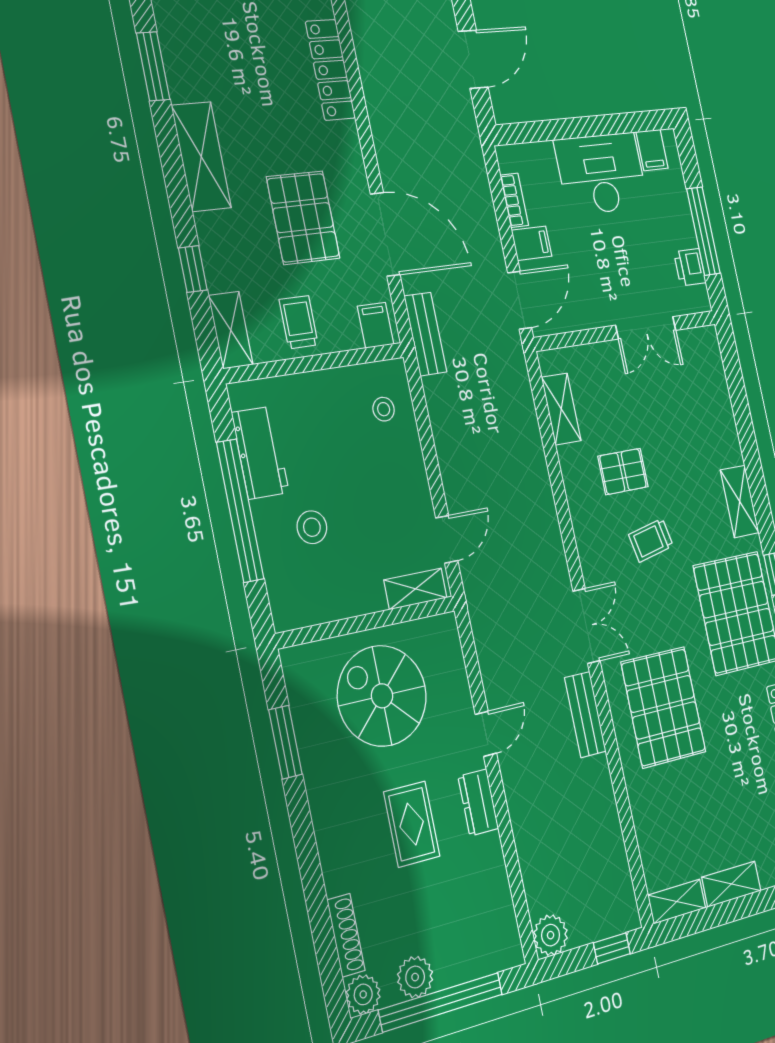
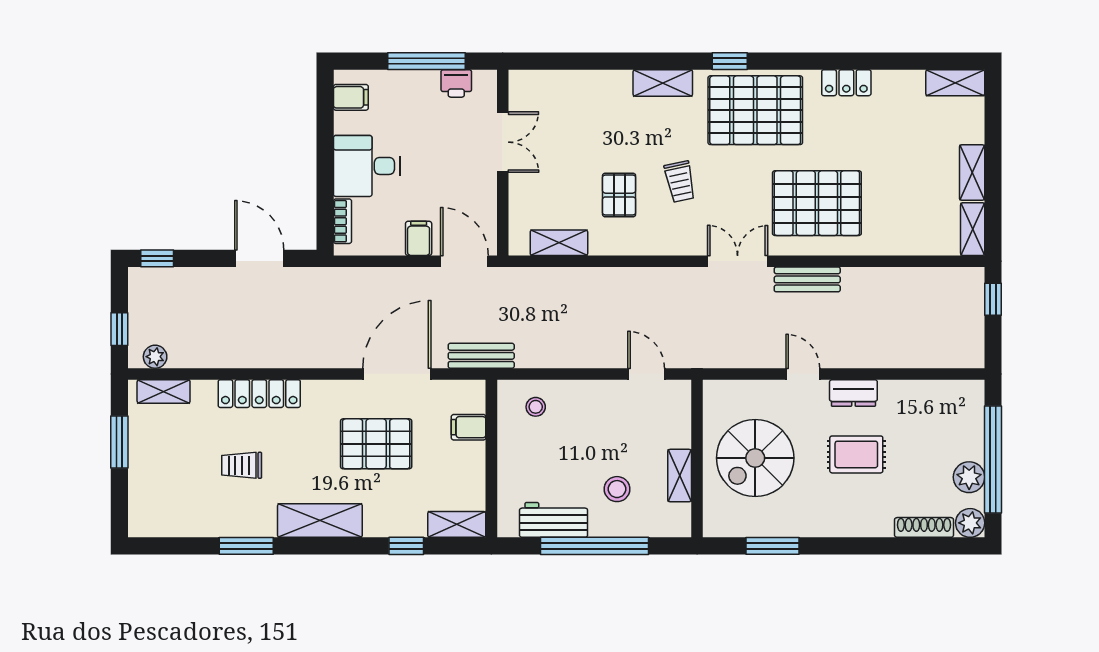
desk: (601, 174) -> (367, 166), width x0.73
bookcase: (514, 200) -> (342, 221), moved, turned 90
trolley: (299, 322) -> (242, 465), moved
filing cabinet: (376, 325) -> (469, 427), moved
shelving: (415, 589) -> (680, 476), moved
plant: (551, 935) -> (969, 352), removed

